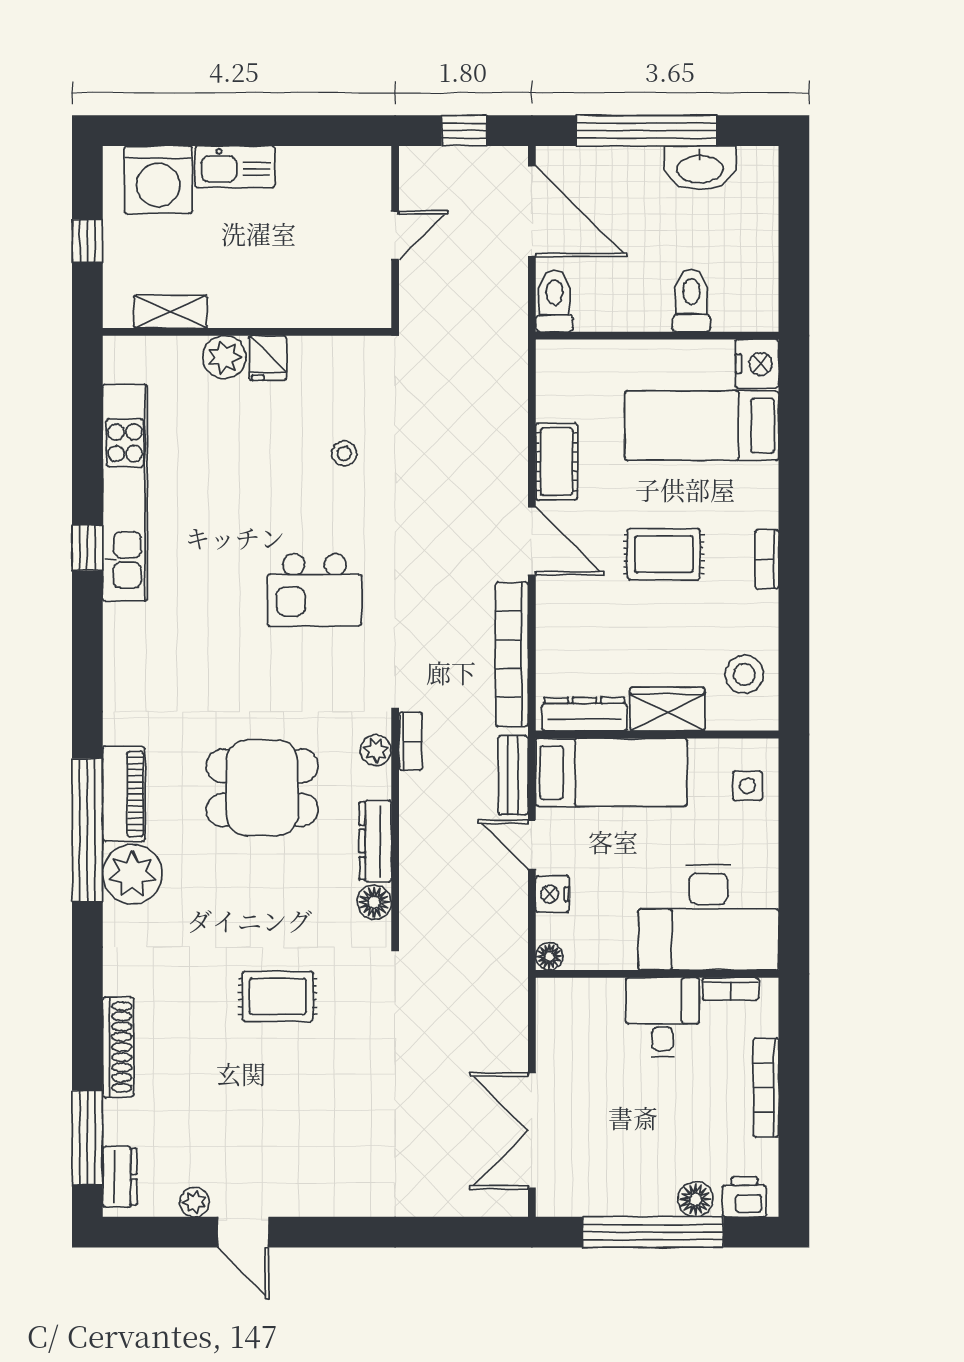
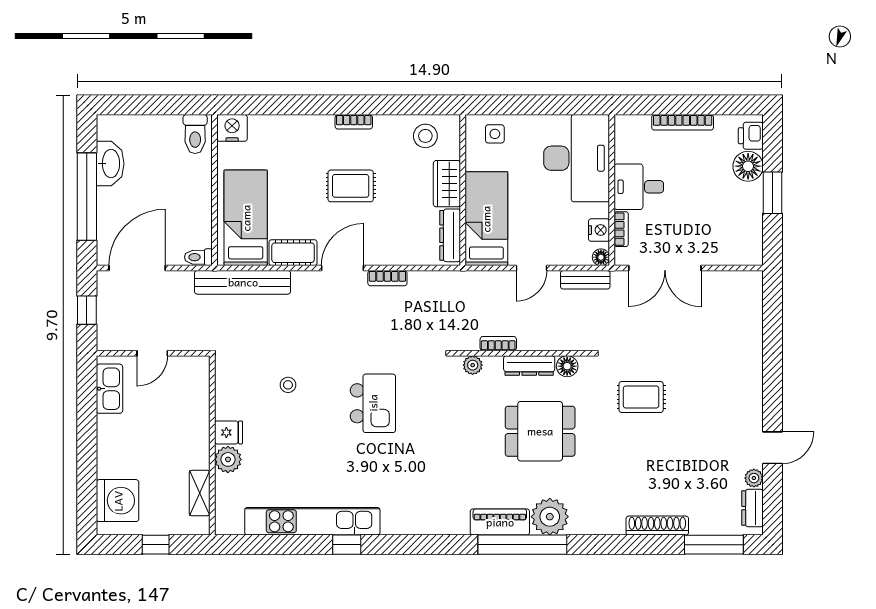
kitchen sink: (235, 167) -> (109, 389), moved
door: (395, 235) -> (152, 353), swing flipped
toilet: (691, 300) -> (195, 134), moved, turned -90
toilet: (554, 301) -> (198, 257), width x0.73, depth x0.72
bench: (509, 381) -> (243, 282), added
bed: (702, 426) -> (246, 218), moved, turned 180
rug: (664, 554) -> (351, 186), turned 90
bookcase: (512, 654) -> (387, 278), width x0.43, depth x0.76
bookcase: (410, 741) -> (498, 344), moved
bench: (513, 775) -> (585, 280), moved
dining table: (262, 788) -> (540, 431), moved, turned 90
nightstand: (552, 894) -> (599, 230), moved, turned -90
bookcase: (731, 989) -> (621, 229), moved
rug: (278, 996) -> (641, 397), moved, turned 90
double door: (532, 1131) -> (665, 268), moved
dresser: (120, 1177) -> (752, 508), moved, turned -90
floor lamp: (695, 1199) -> (748, 166), width x1.38, depth x1.38
window: (653, 1232) -> (773, 193), width x0.47

